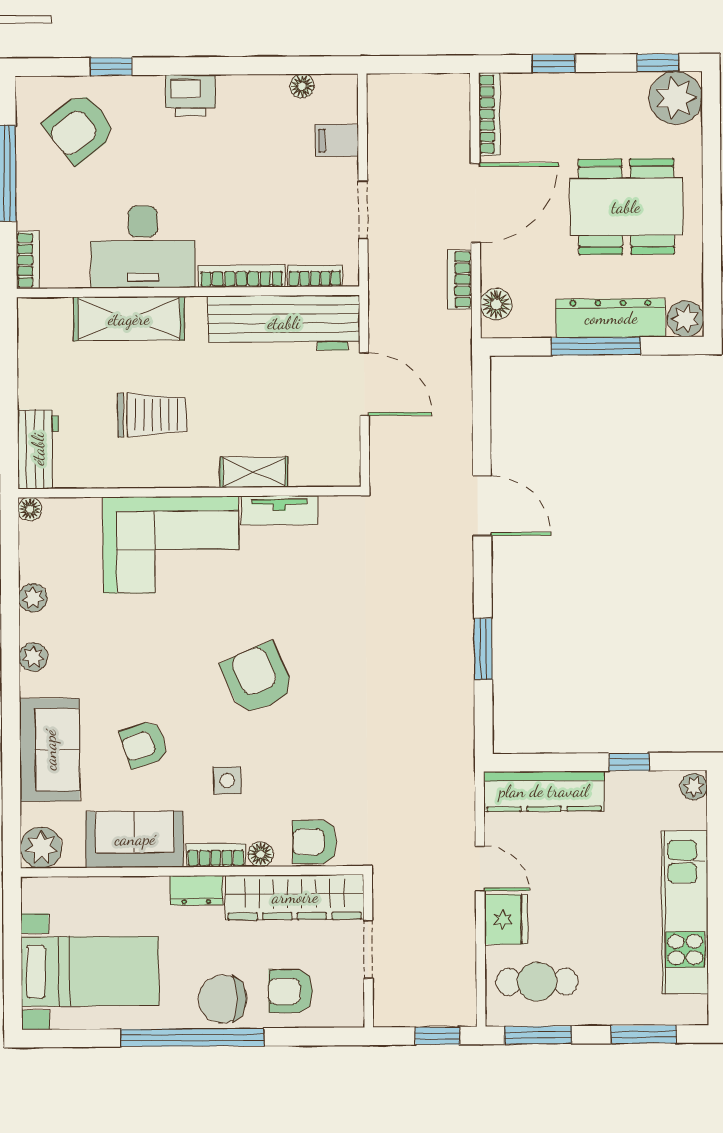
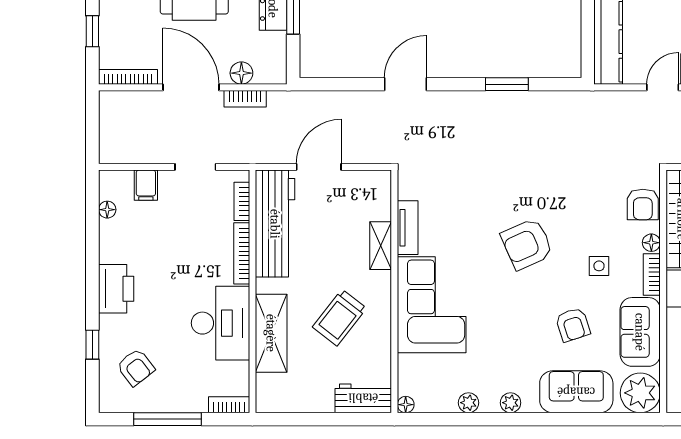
printer: (190, 96) -> (116, 289), width x1.37, depth x1.19
armchair: (80, 128) -> (136, 367), width x0.72, depth x0.72
floor lamp: (496, 304) -> (241, 73), moved
trolley: (152, 415) -> (339, 318), turned -142
plant: (41, 848) -> (640, 393), width x1.36, depth x1.36

